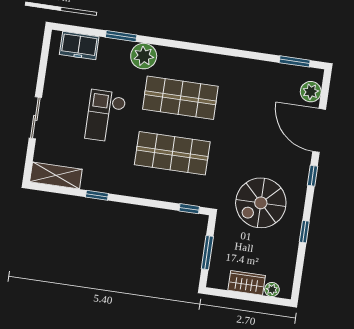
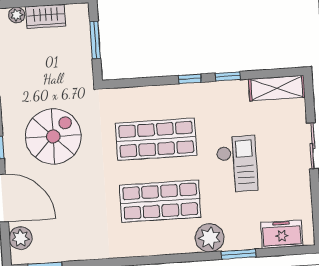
spiral stairs: (261, 203) -> (53, 136), moved
window: (189, 209) -> (190, 79), moved

